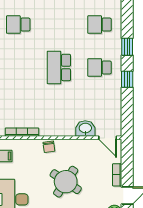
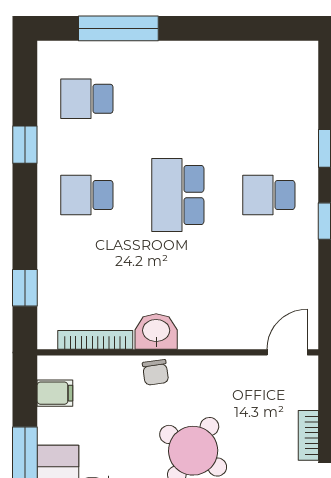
school desk: (99, 25) -> (87, 195), moved
washbasin: (85, 128) -> (156, 332), moved
door: (108, 138) -> (287, 352), swing flipped

